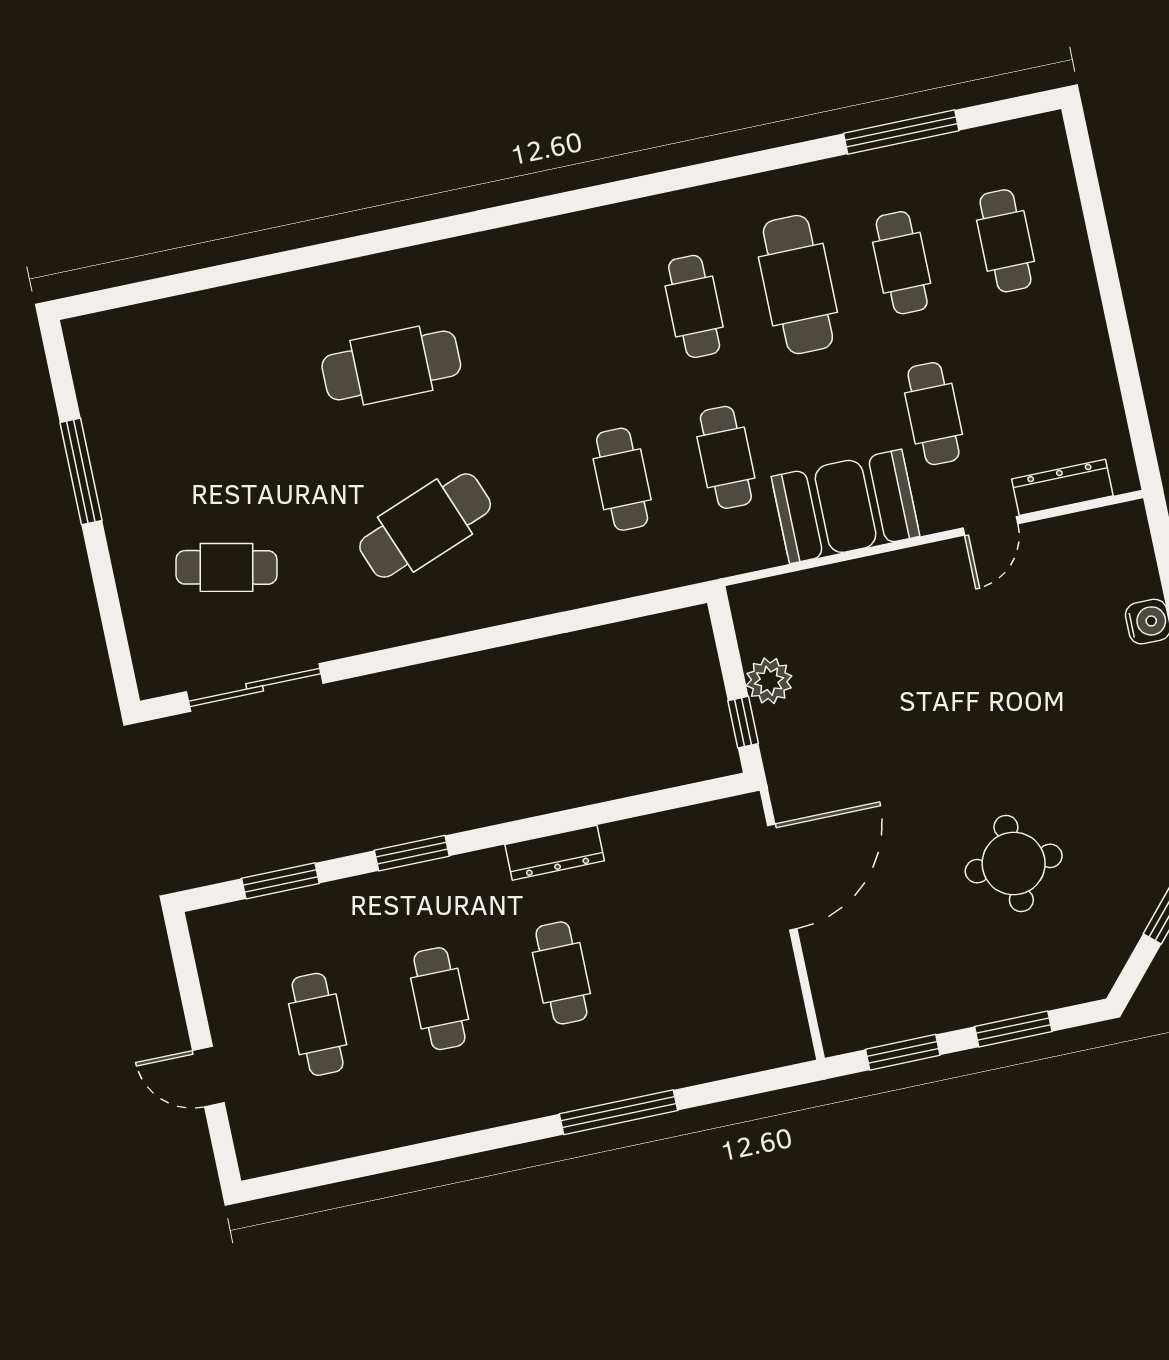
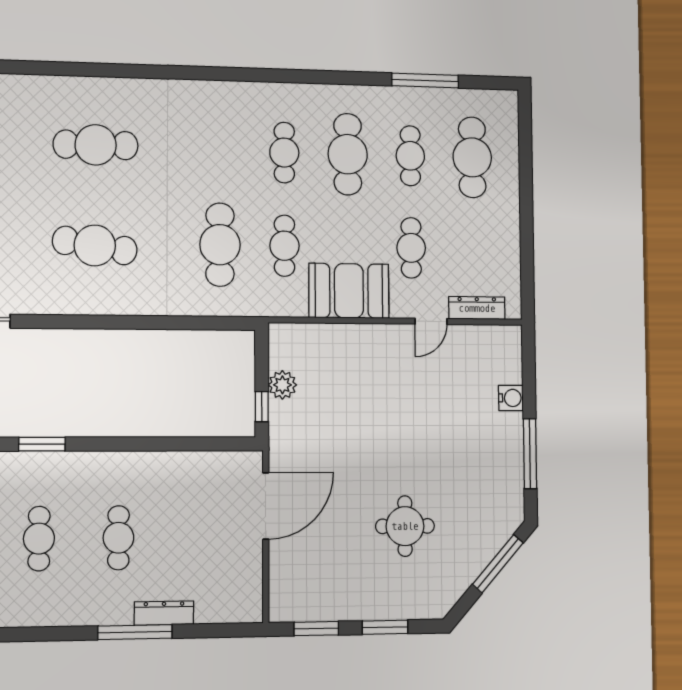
cafe table: (1005, 241) -> (472, 157), width x1.37, depth x1.35
cafe table: (622, 479) -> (220, 245), width x1.37, depth x1.35
cafe table: (425, 526) -> (95, 245), turned 30
dresser: (555, 853) -> (164, 613), moved, turned 180

